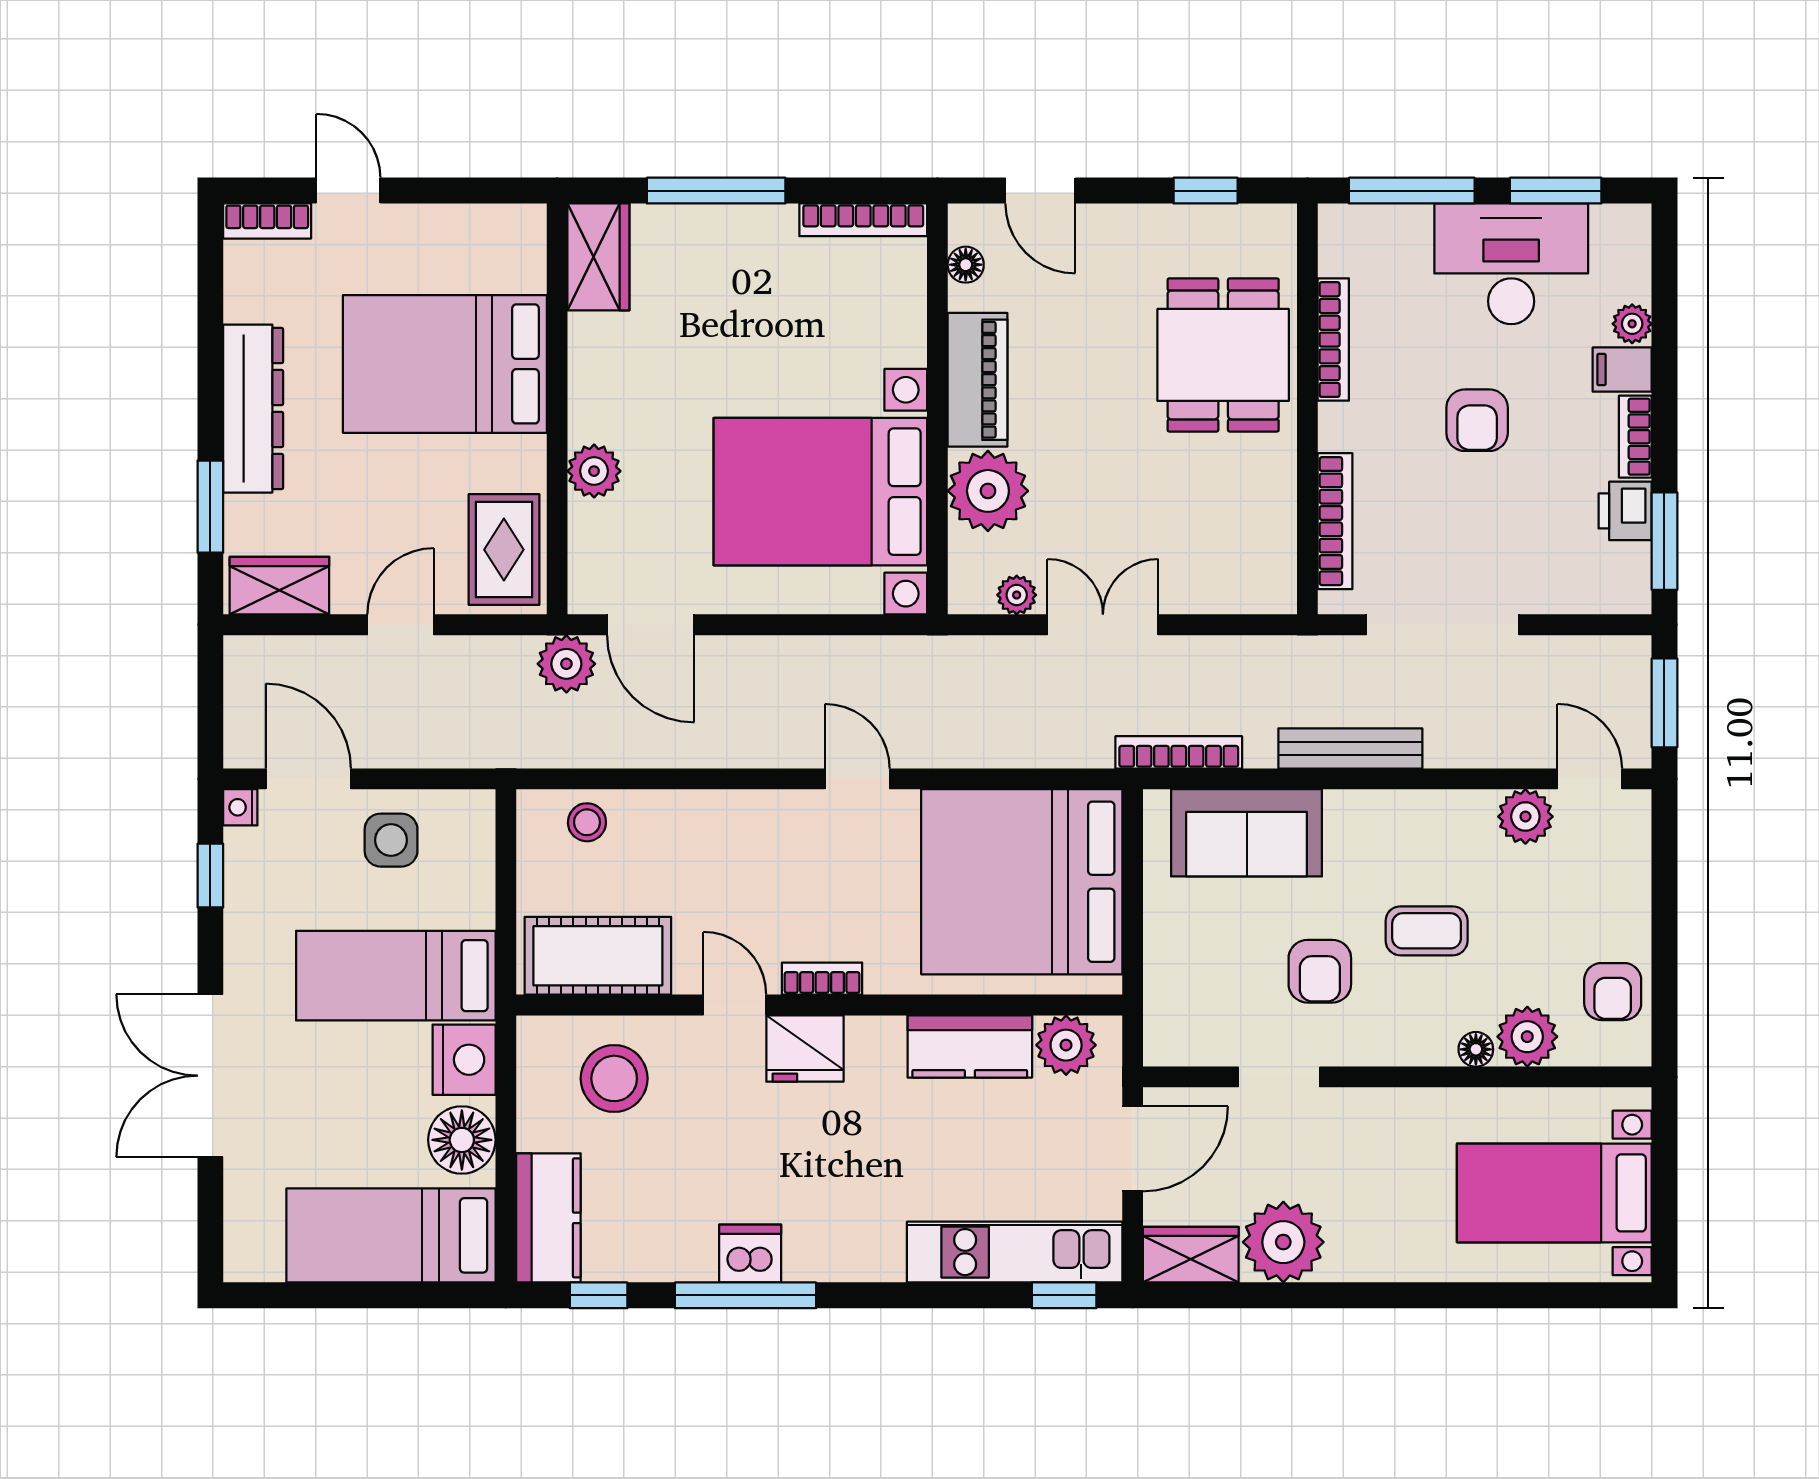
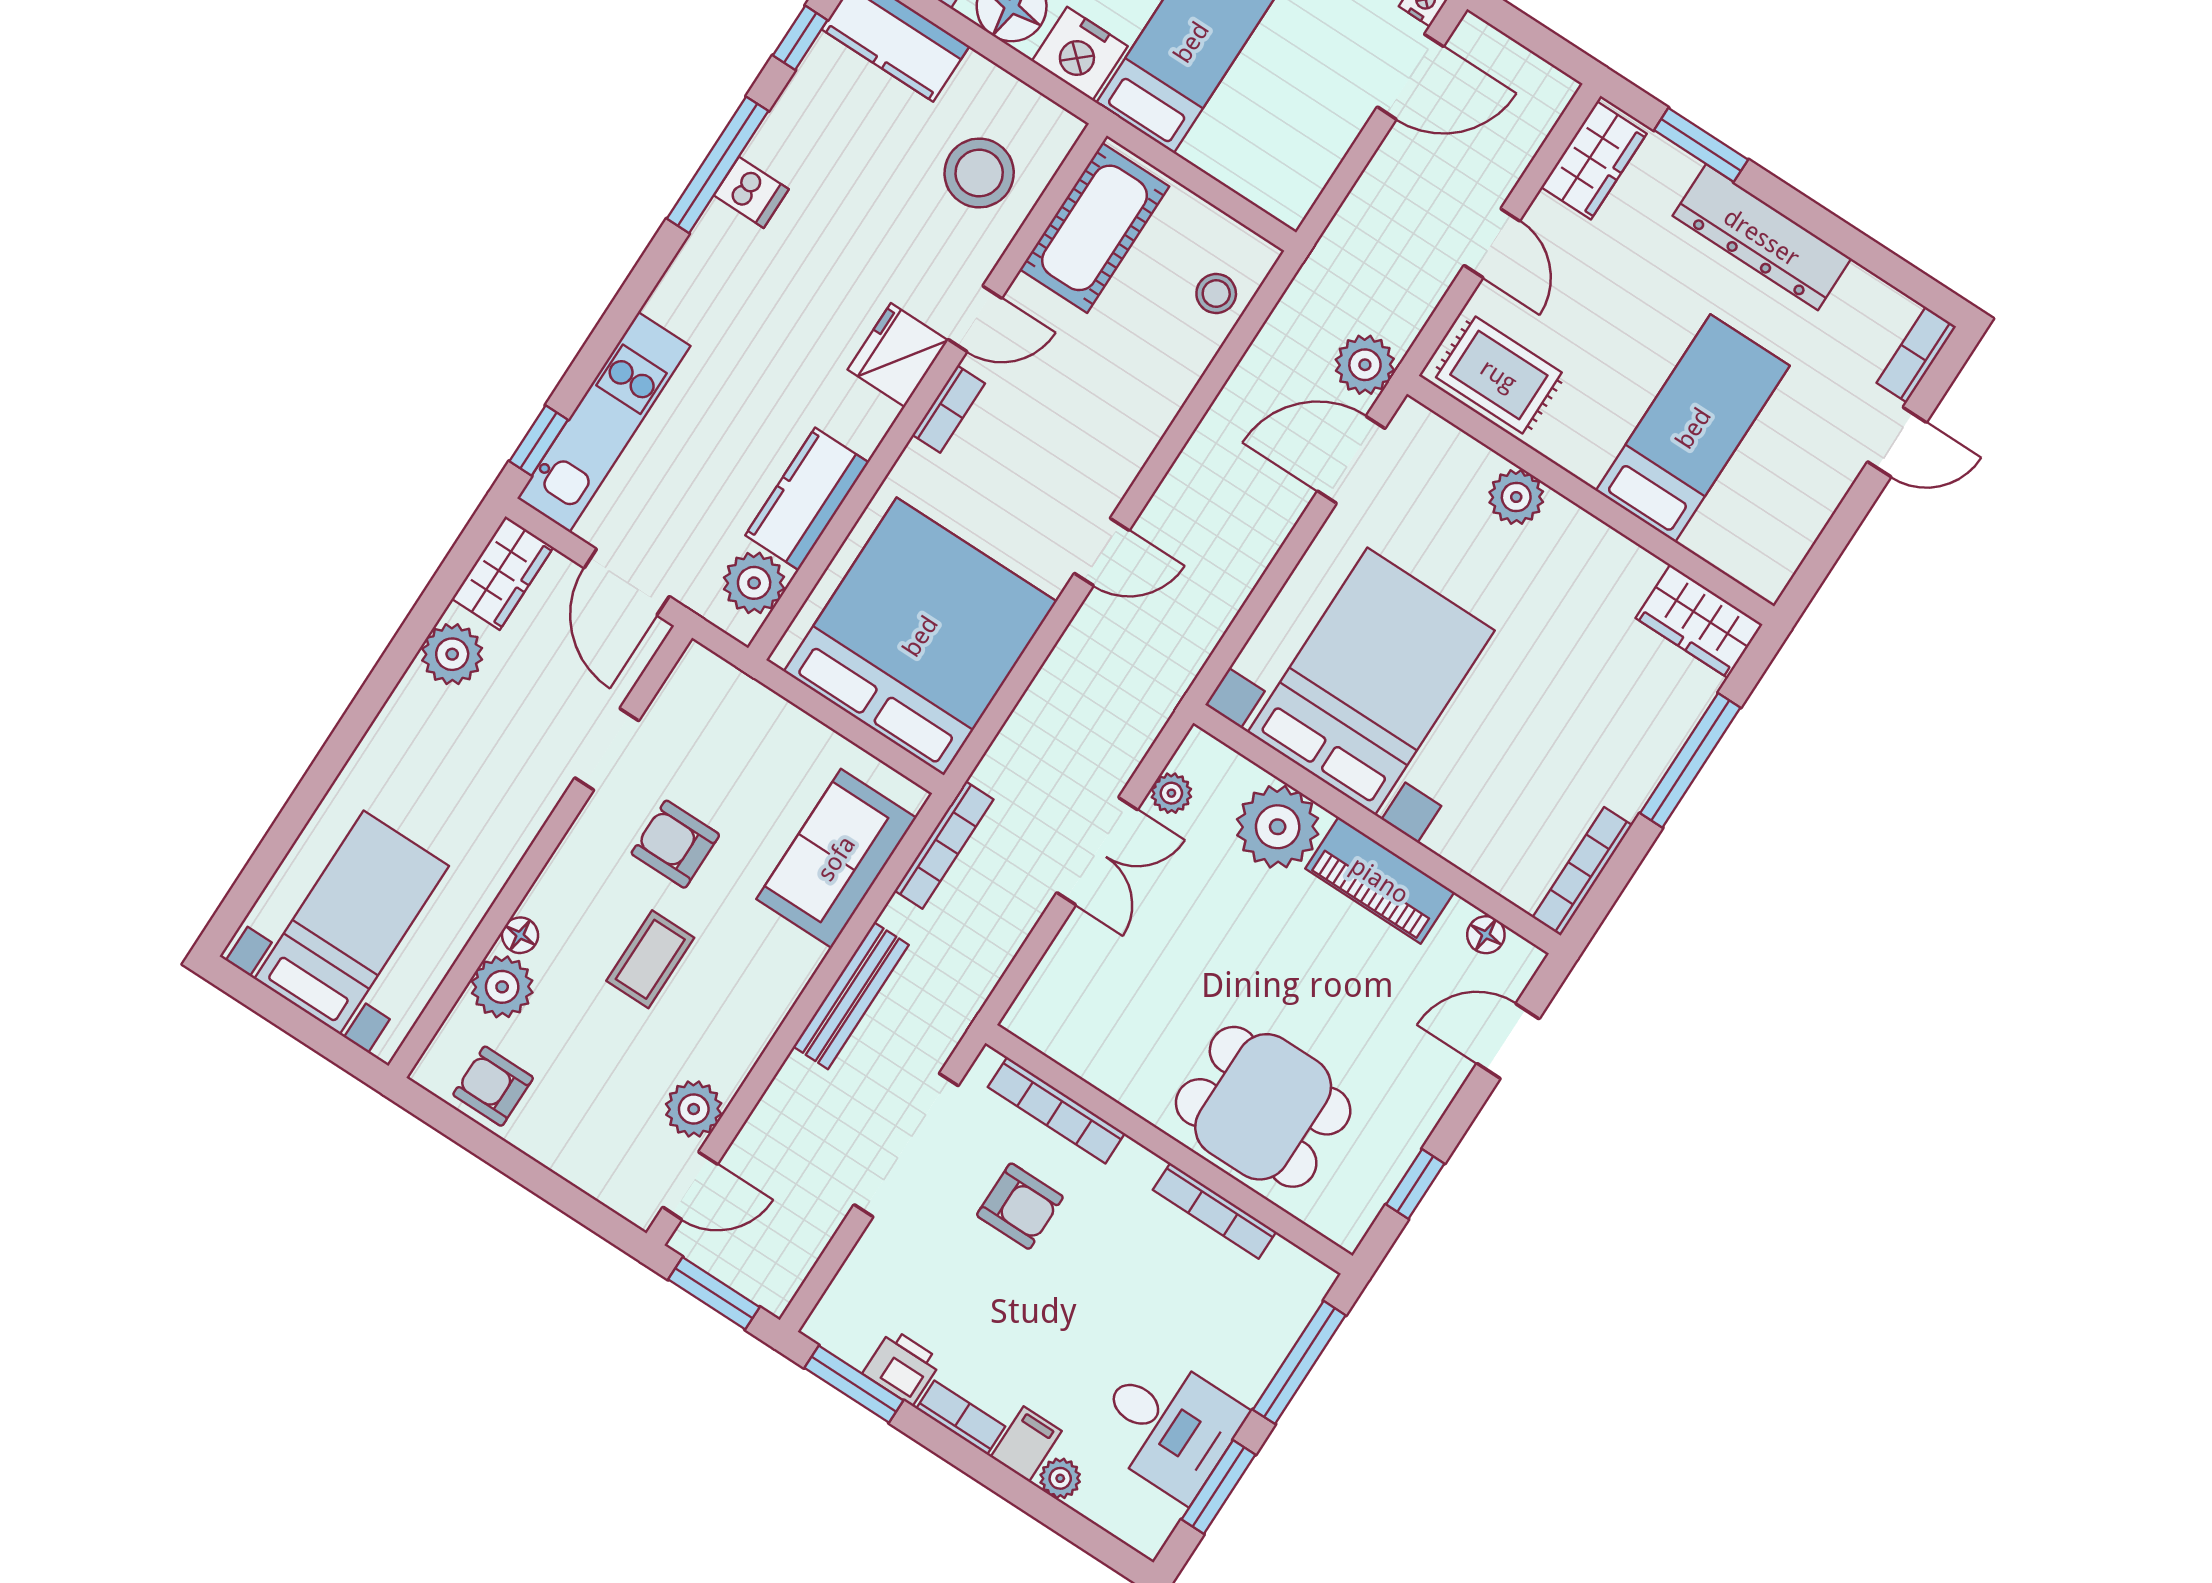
desk: (1511, 264) -> (1168, 1425), width x0.73
bed: (445, 364) -> (1693, 428), width x0.67
armchair: (1477, 420) -> (1020, 1206), moved, turned 180
side table: (391, 840) -> (1311, 114), removed
plant: (1283, 1242) -> (452, 654), width x0.73, depth x0.73
dishwasher: (750, 1254) -> (751, 192), width x0.73

